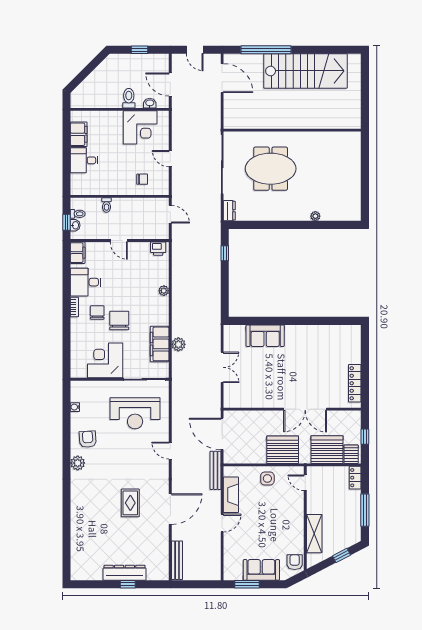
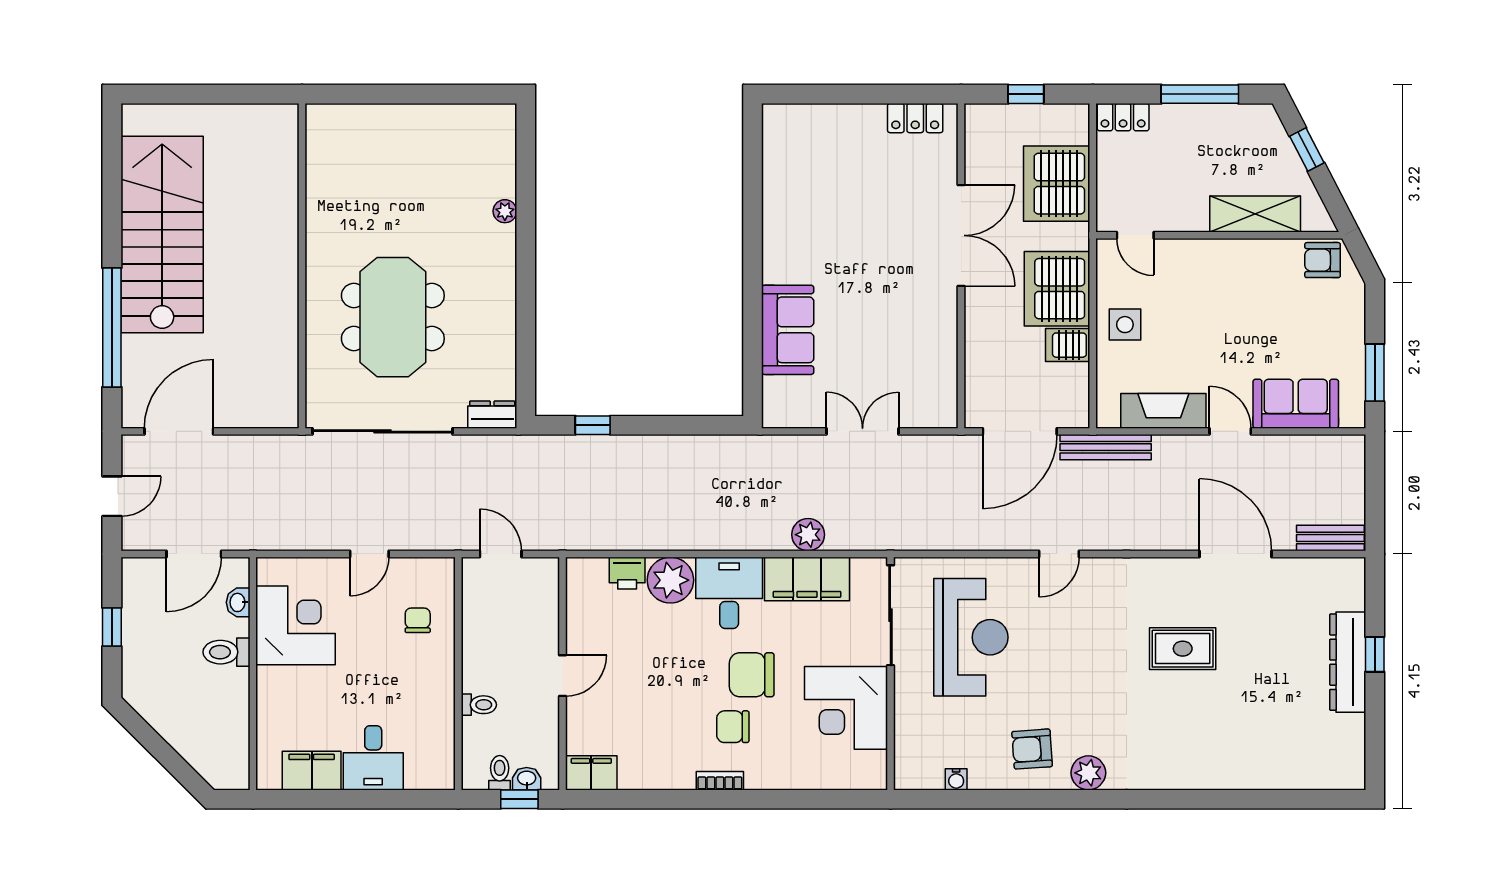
door: (170, 214) -> (501, 554), hinge flipped
printer: (158, 249) -> (627, 573), moved, turned 90
desk: (86, 282) -> (729, 593), moved, turned 180
plant: (164, 291) -> (670, 580), width x1.88, depth x1.88
locker: (355, 383) -> (915, 118), width x0.66
server rack: (351, 454) -> (1068, 345), moved
door: (305, 483) -> (1135, 235), hinge flipped
door: (170, 509) -> (1236, 554), moved
bench: (177, 560) -> (1330, 538), width x0.73
sofa: (261, 570) -> (1296, 404), moved, turned 90

